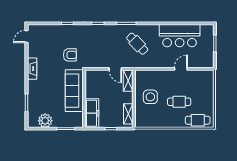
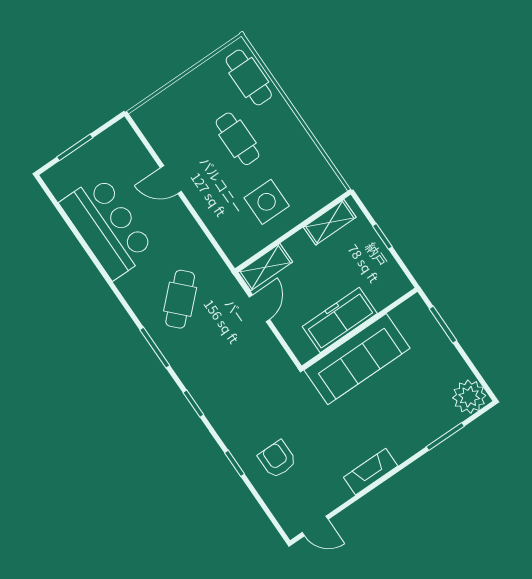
armchair: (70, 55) -> (277, 459), moved
freezer: (92, 113) -> (340, 320), moved
plant: (45, 121) -> (469, 397), moved

